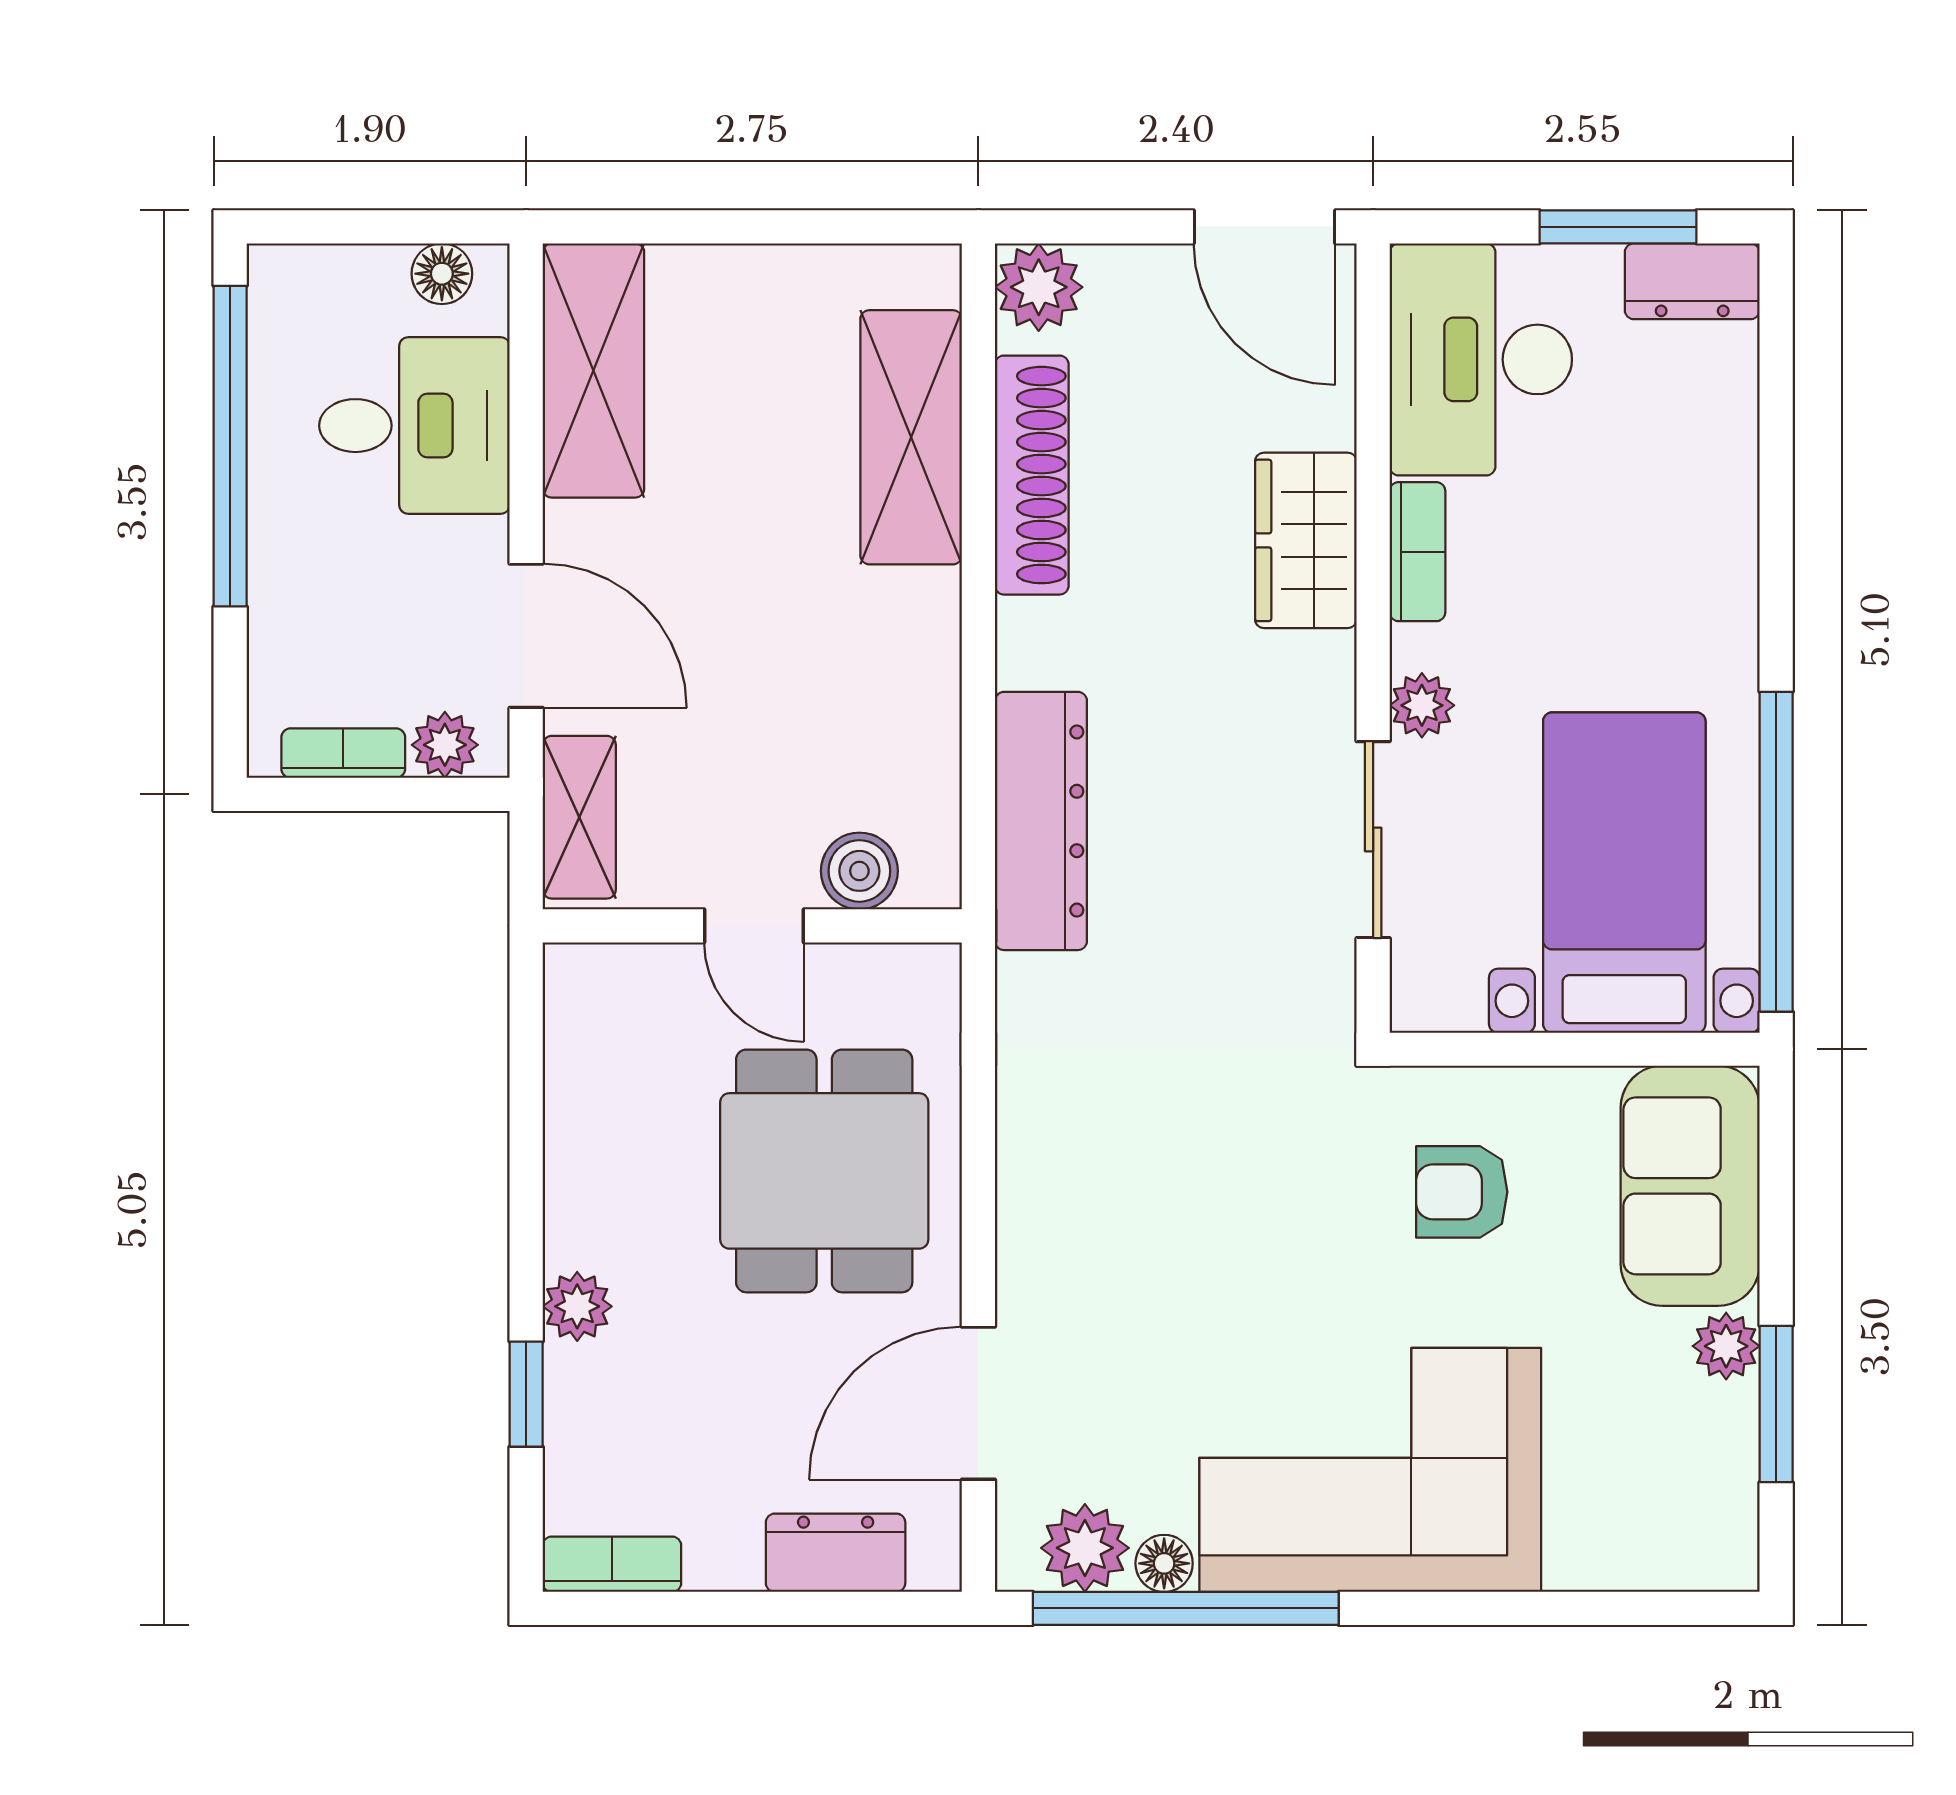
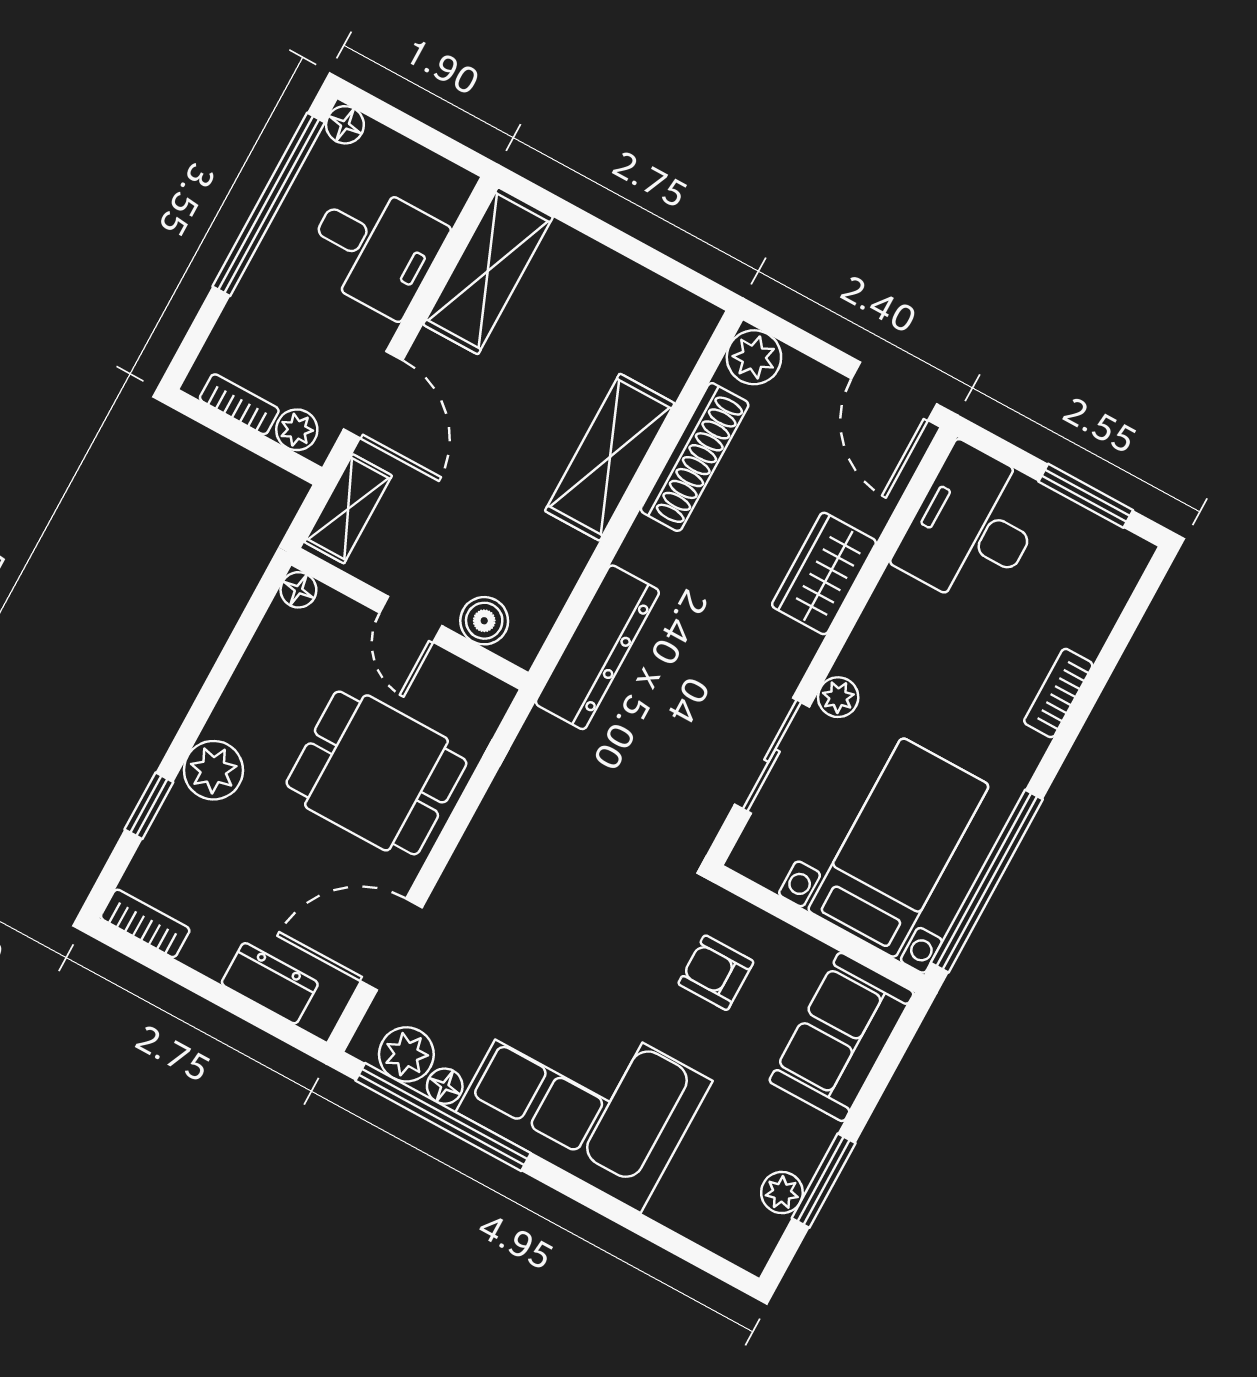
floor lamp: (442, 274) -> (345, 125), moved
dresser: (1692, 281) -> (1110, 547), removed
shelving: (911, 437) -> (610, 457), moved
bookcase: (1417, 552) -> (1058, 693), moved, turned 180
floor lamp: (571, 971) -> (298, 590), added
dining table: (824, 1171) -> (376, 773), turned 90
plant: (577, 1306) -> (213, 770), width x1.38, depth x1.38
plant: (1726, 1346) -> (782, 1193), moved

